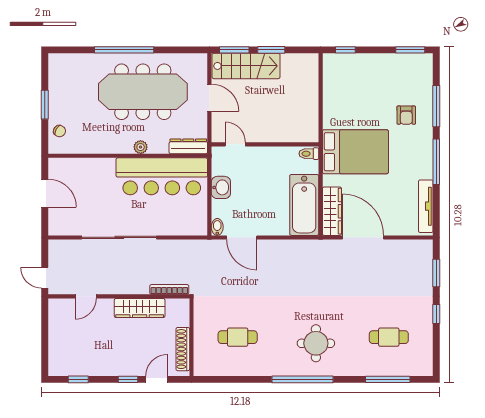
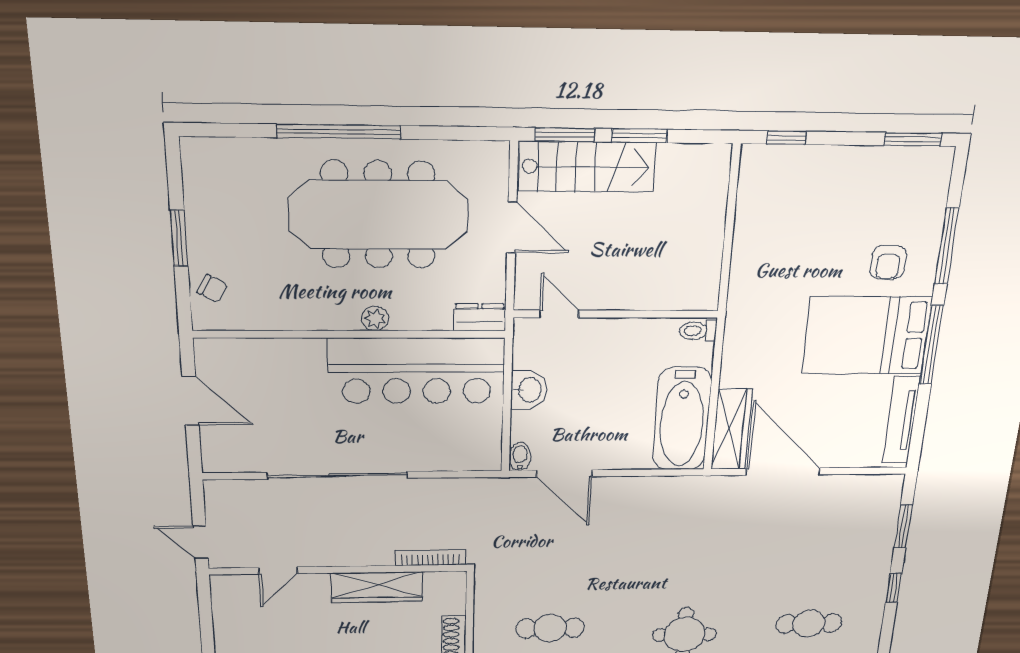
dresser: (188, 146) -> (480, 317), width x0.70
bed: (355, 152) -> (867, 335), moved, turned 180

